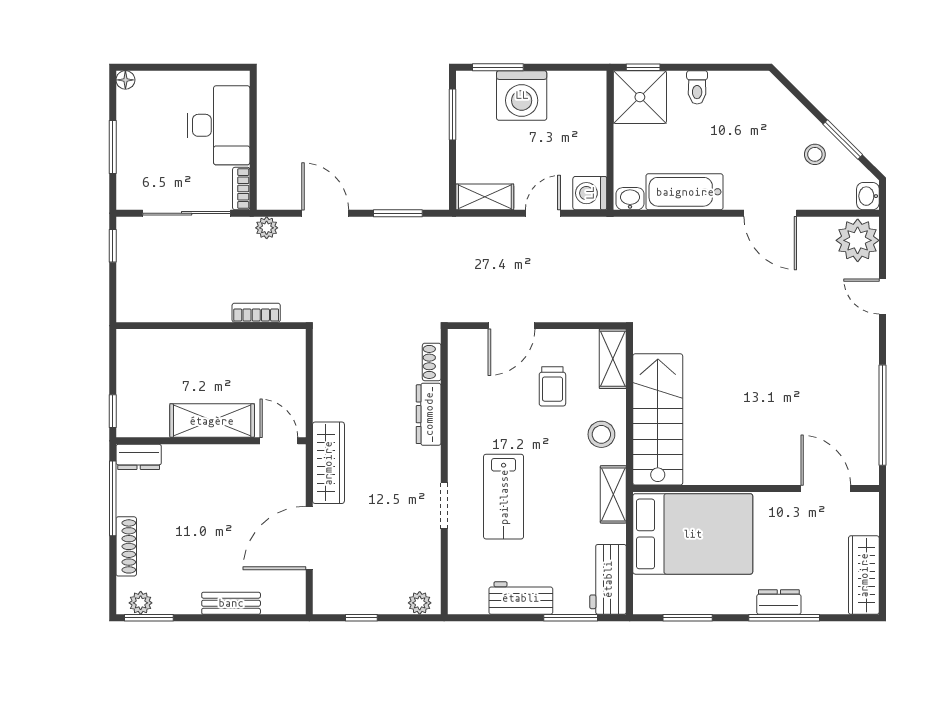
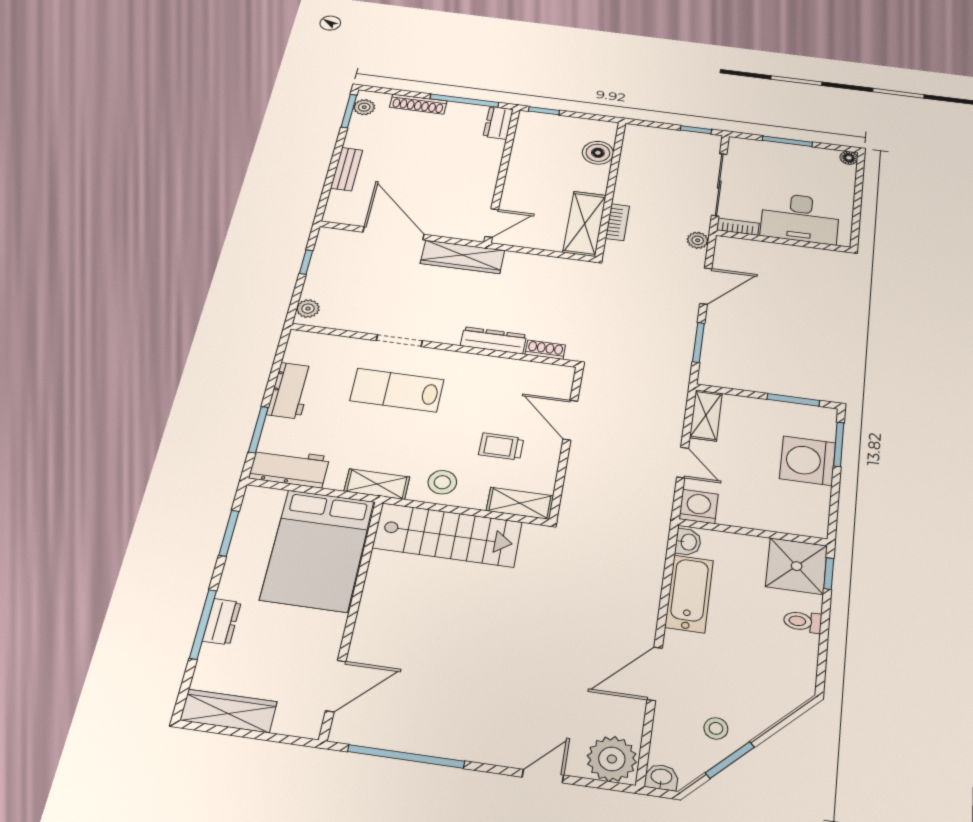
boiler: (163, 345) -> (598, 153), added
shelving: (212, 421) -> (585, 224), moved

